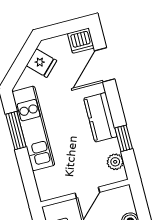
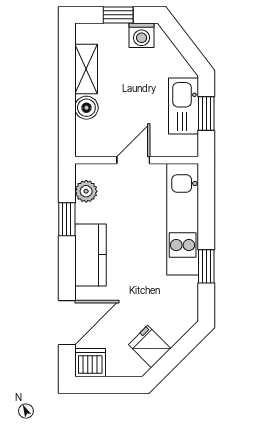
kitchen unit: (33, 128) -> (183, 219), moved
window: (16, 131) -> (206, 266), width x0.67

